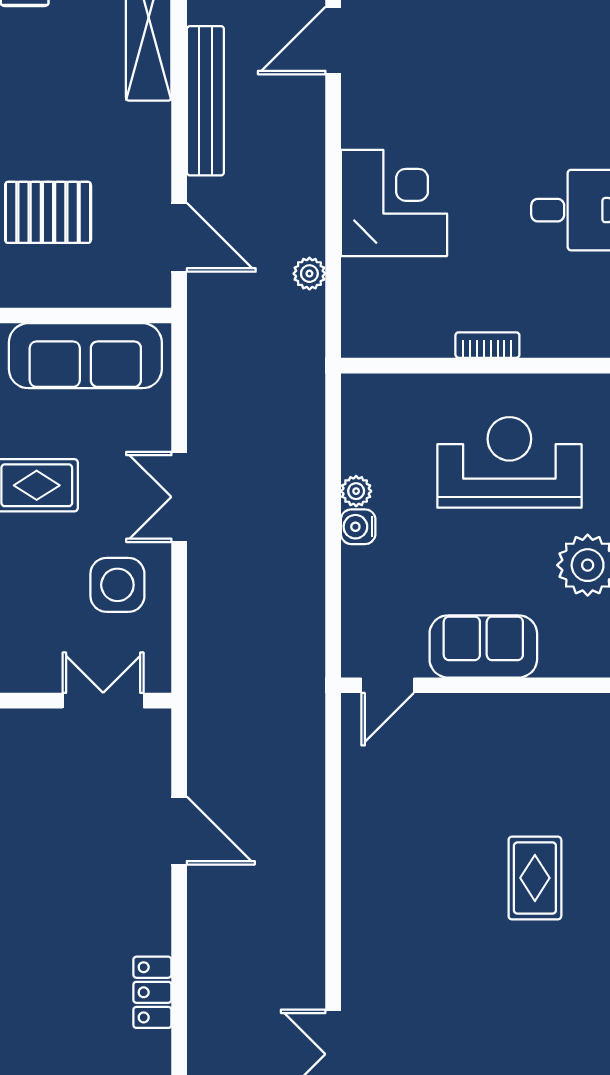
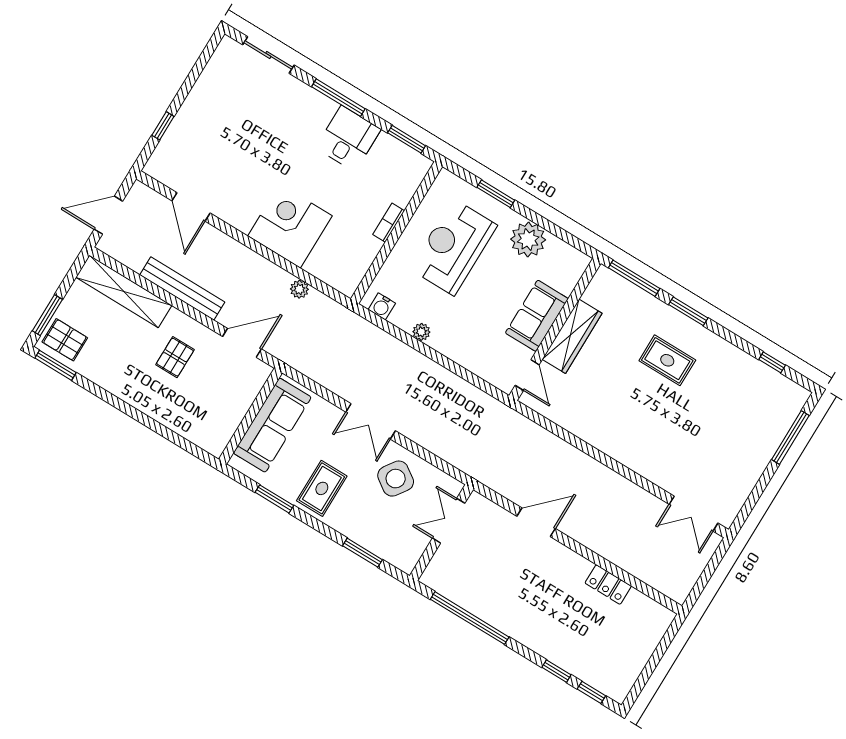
pallet: (48, 212) -> (175, 357), moved, width x0.67, depth x0.71
water cooler: (358, 527) -> (382, 306), moved
side table: (117, 585) -> (396, 479), turned 35
wardrobe: (485, 717) -> (572, 336), added

